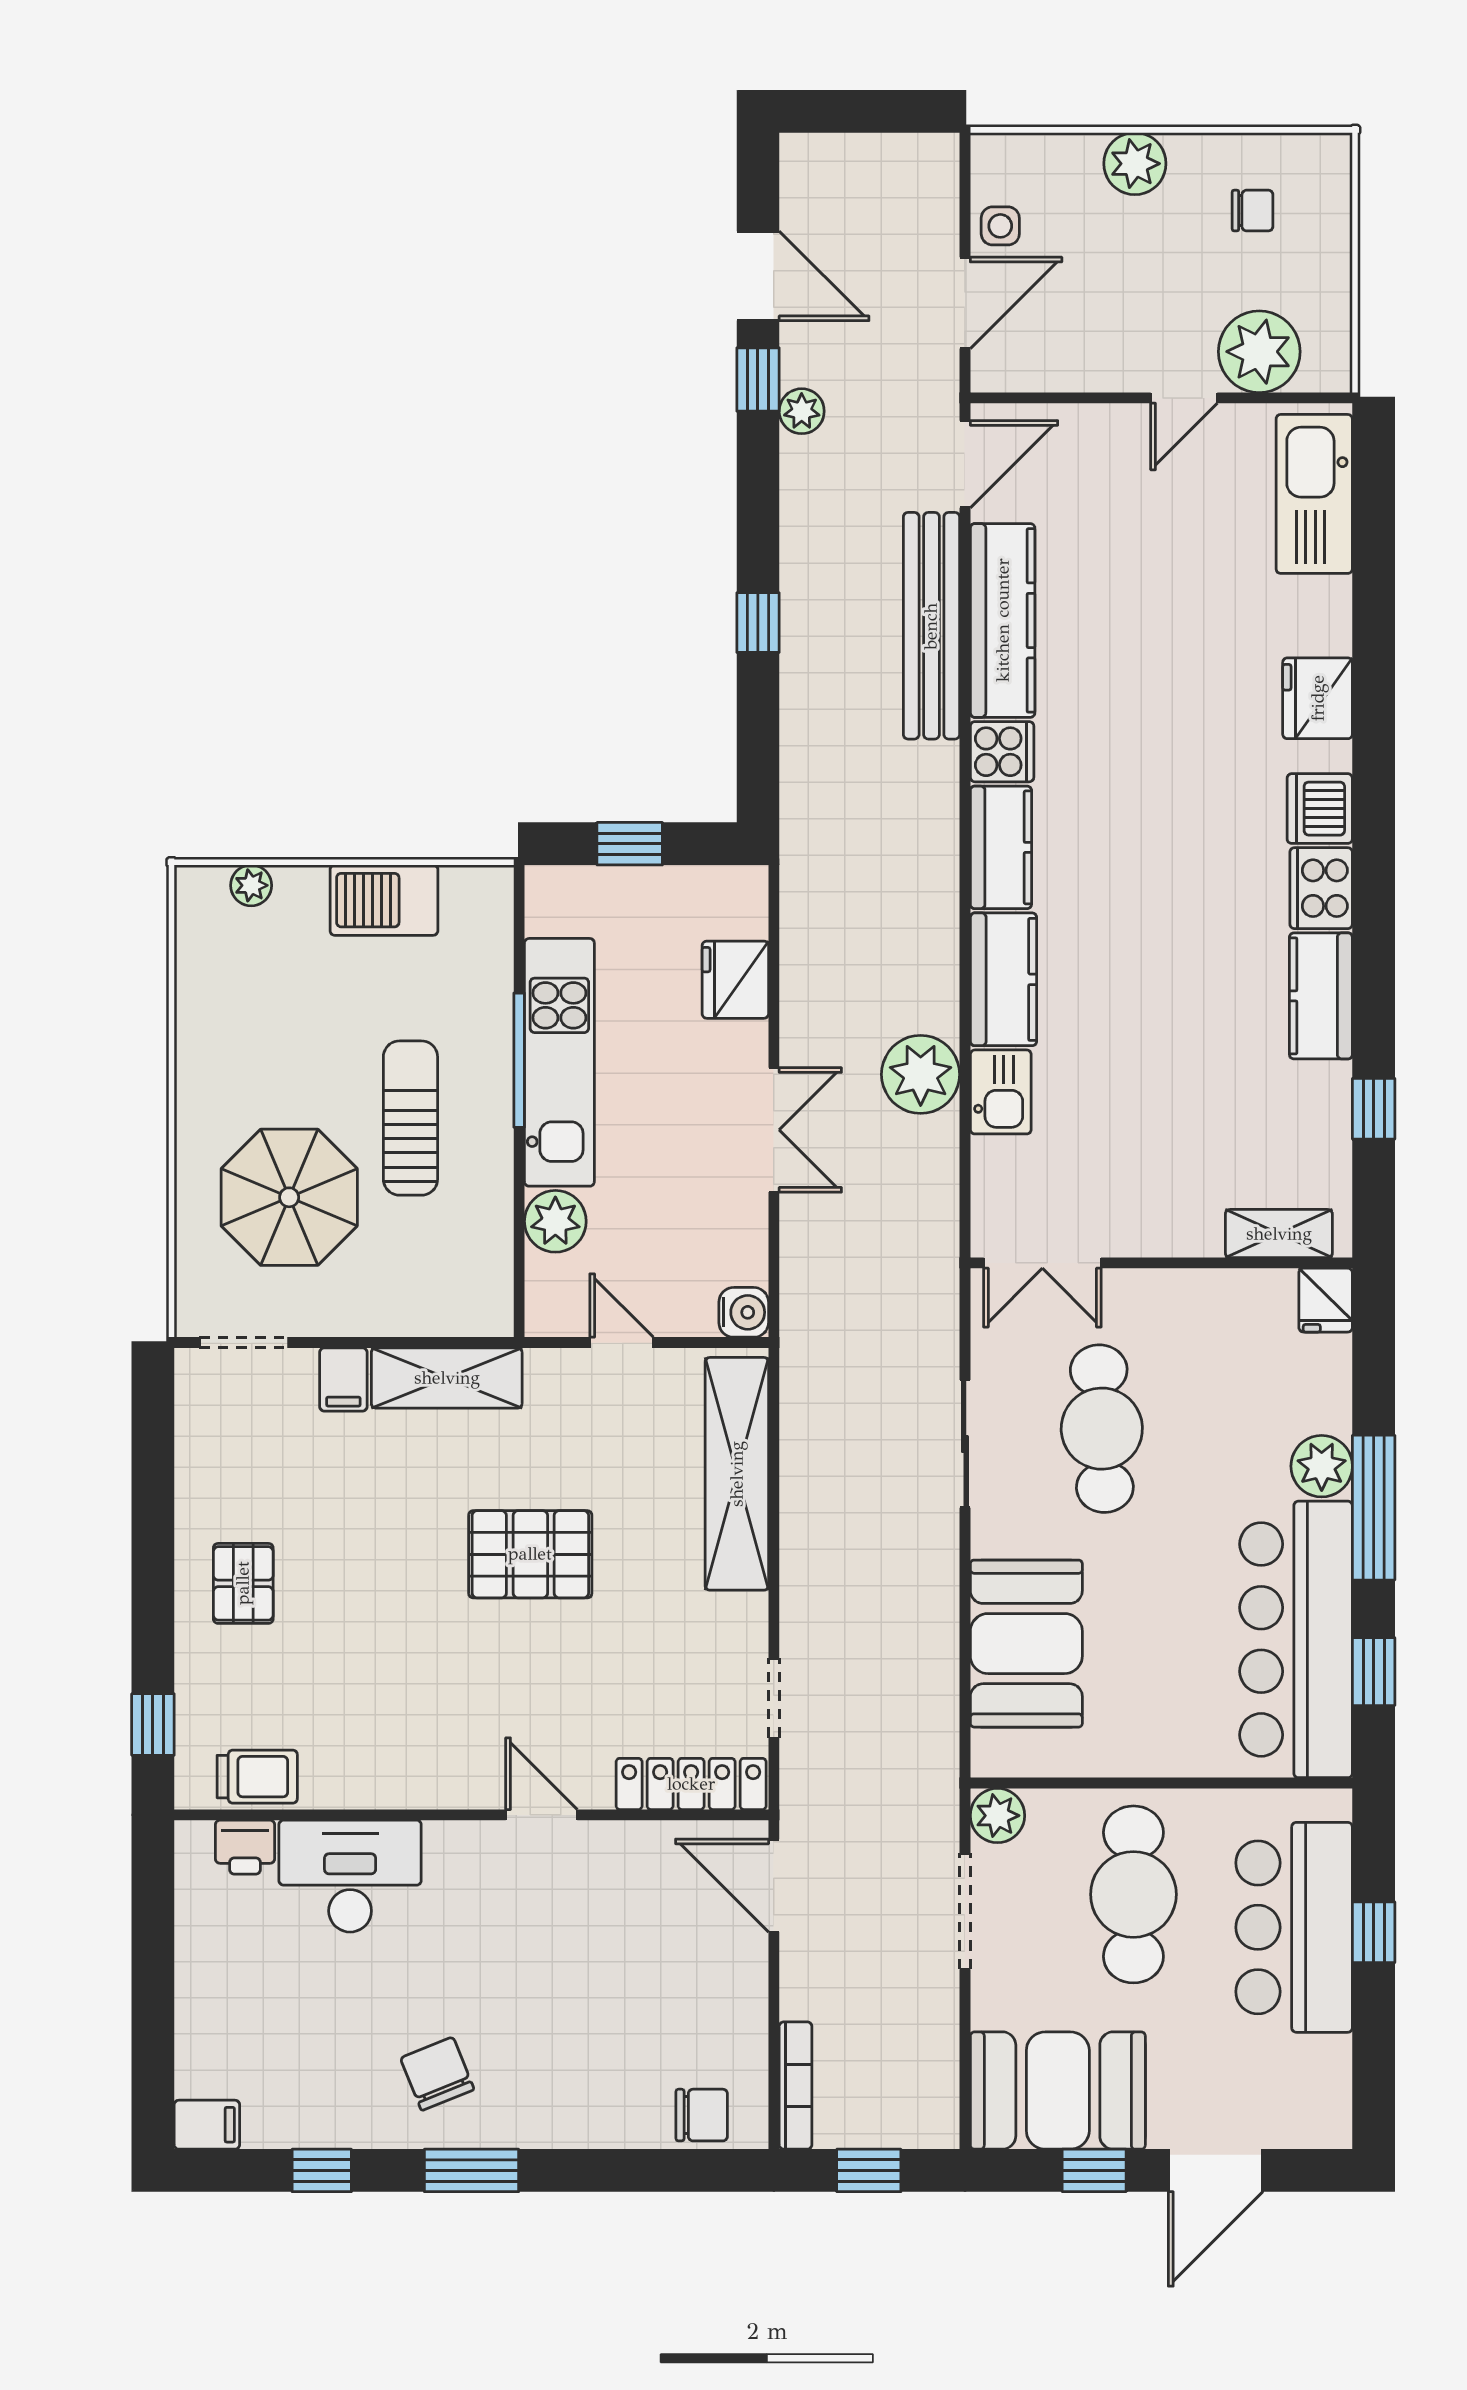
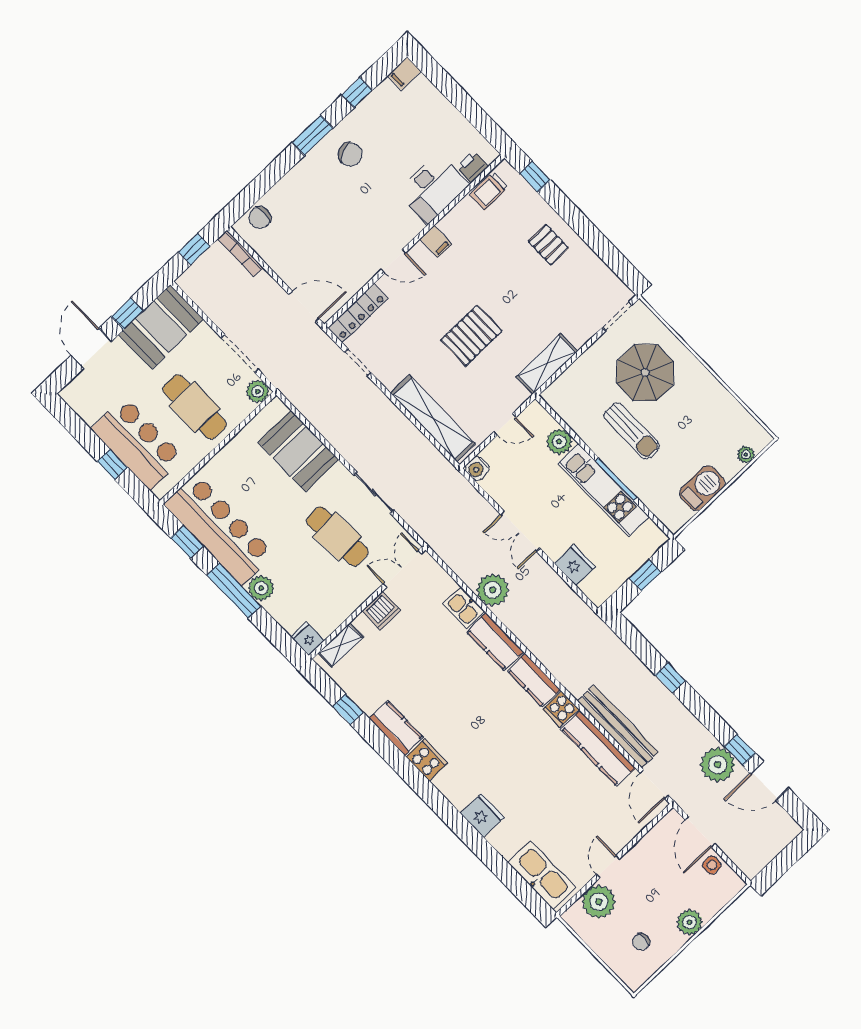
plant: (802, 411) -> (718, 765), width x1.87, depth x1.87
dishwasher: (1320, 809) -> (381, 611), moved, turned 90
filing cabinet: (343, 1379) -> (436, 241), moved, turned 180

